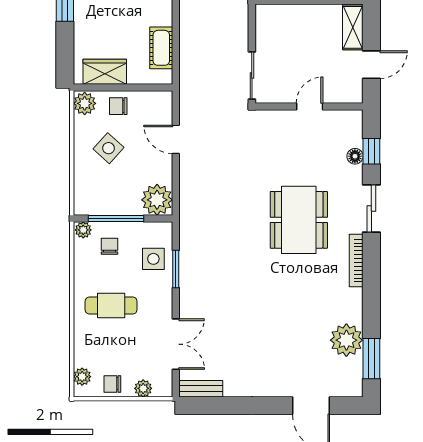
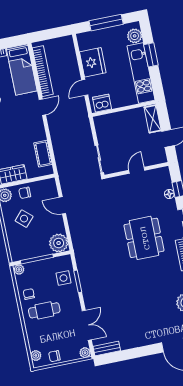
chair: (109, 246) -> (29, 294), moved
plant: (143, 388) -> (85, 353), moved

